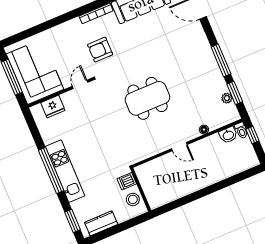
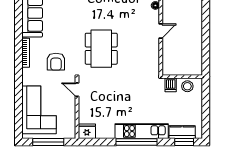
corner sofa: (35, 72) -> (39, 110), moved, turned 90
dining table: (147, 98) -> (101, 49), moved
fridge: (53, 107) -> (87, 131), moved, turned -90
kitchen counter: (101, 223) -> (182, 132), moved, turned 90

